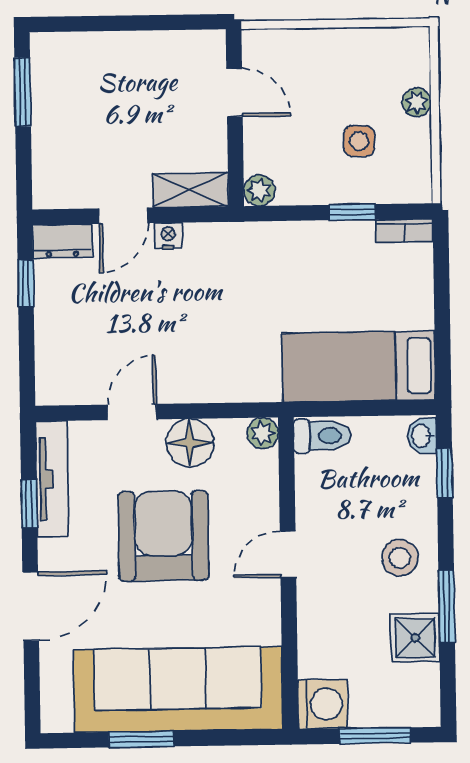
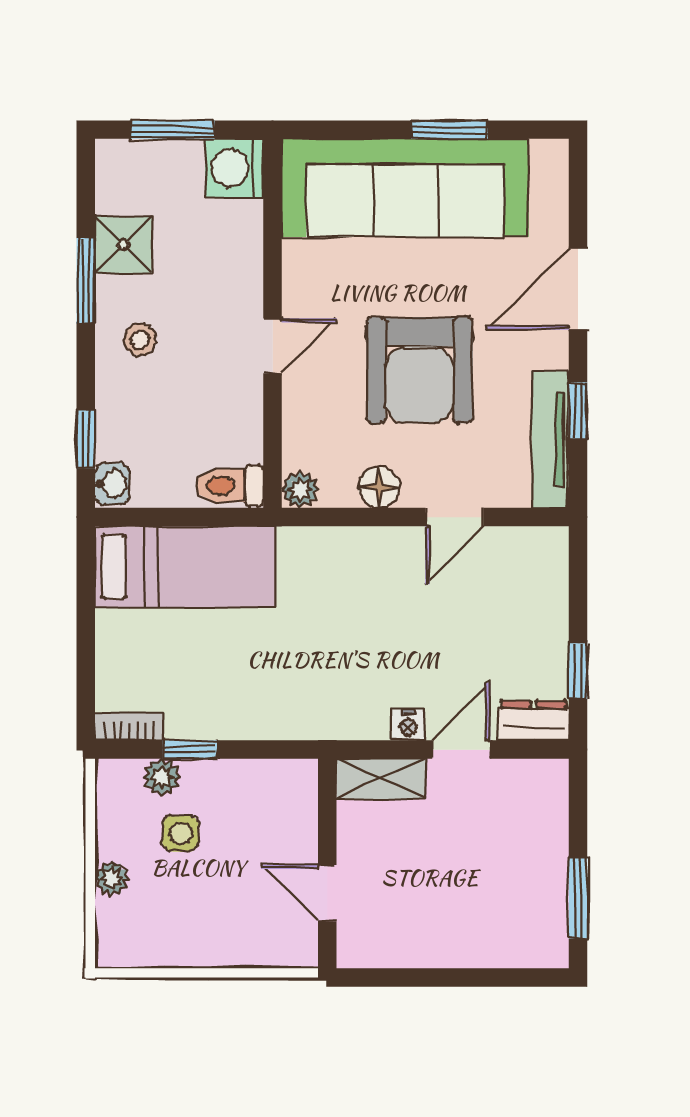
plant: (259, 190) -> (162, 777), moved
floor lamp: (190, 443) -> (379, 487), width x0.73, depth x0.73
stool: (400, 558) -> (140, 340), width x0.73, depth x0.73

